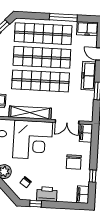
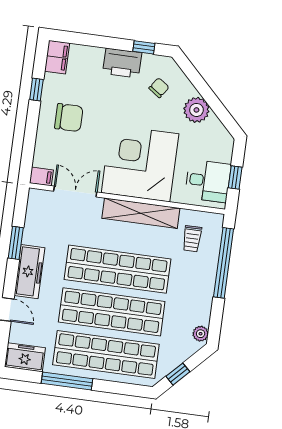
filing cabinet: (86, 133) -> (41, 176), width x0.50
chair: (74, 162) -> (69, 118), turned 90

